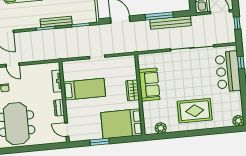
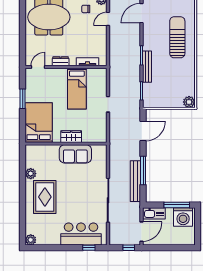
plant: (161, 128) -> (31, 174), moved

